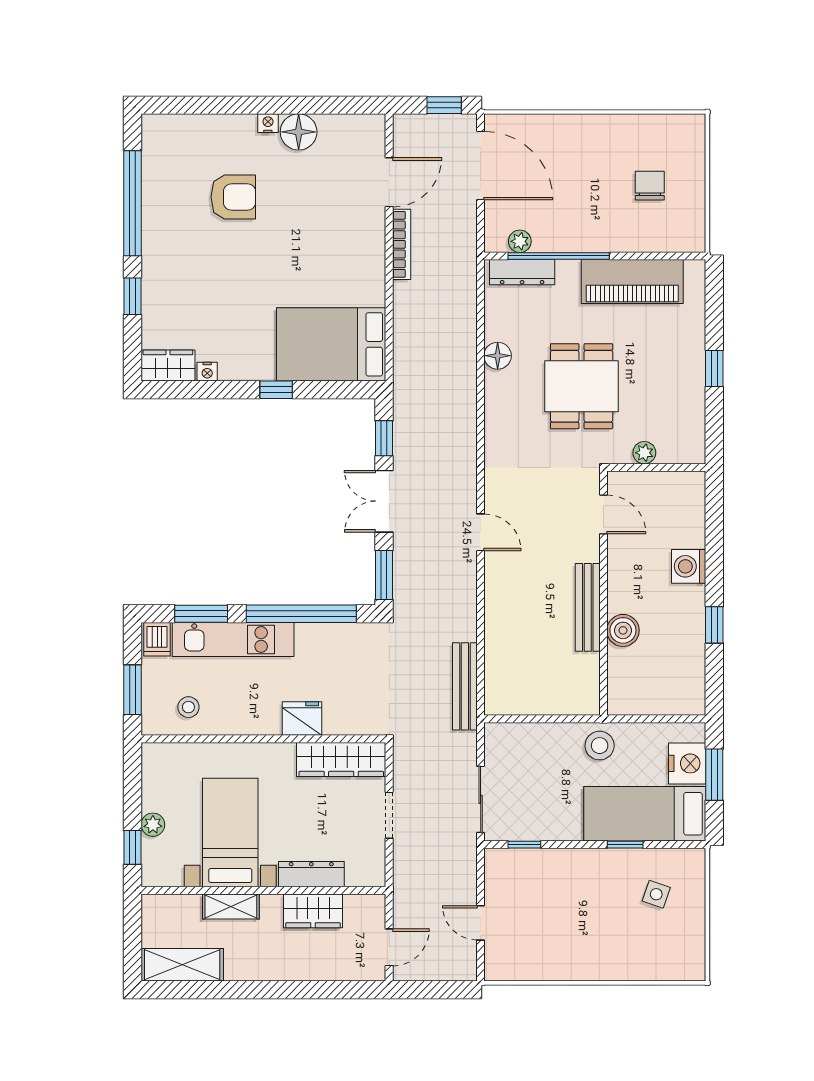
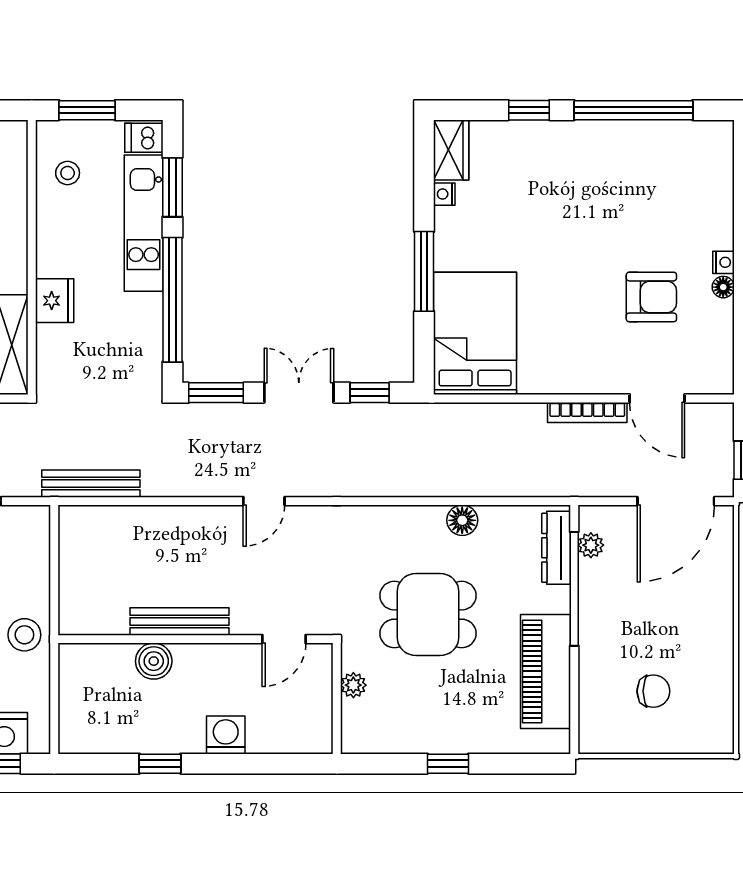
floor lamp: (299, 132) -> (723, 287), width x0.53, depth x0.53
armchair: (233, 197) -> (651, 297), moved, turned -90
window: (276, 390) -> (424, 271), width x2.17

